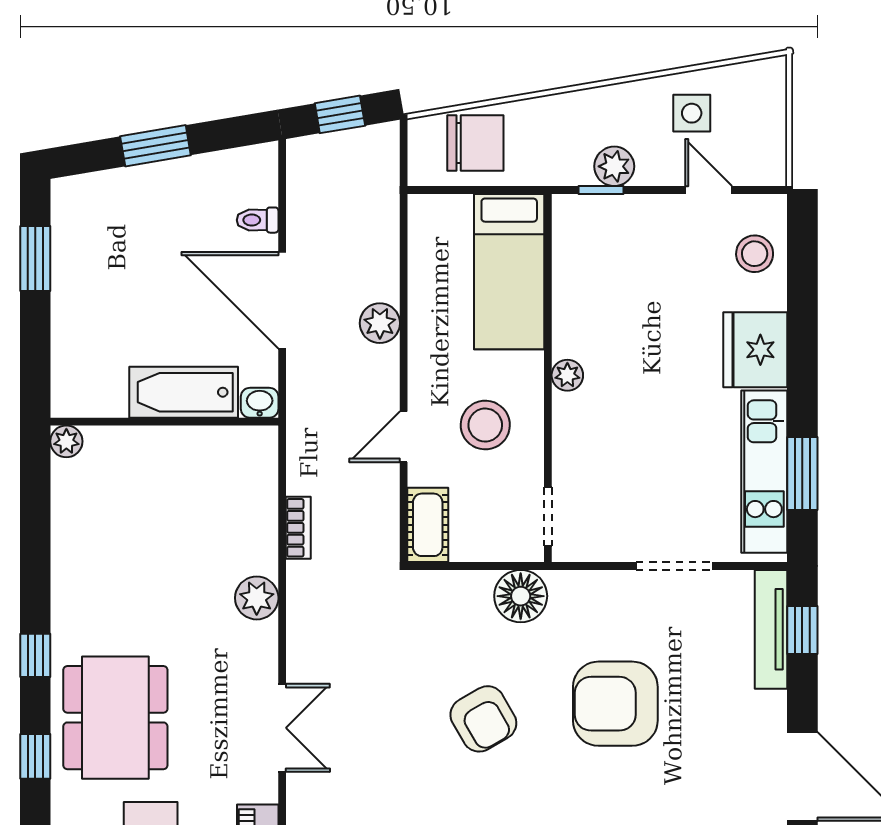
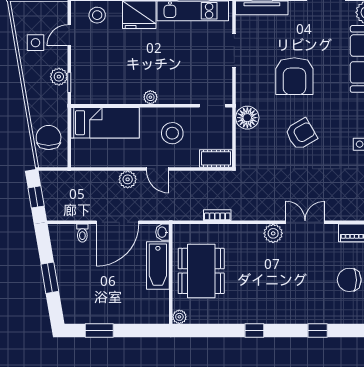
door: (404, 437) -> (158, 169), moved
plant: (257, 598) -> (273, 233), moved
window: (35, 655) -> (254, 331), moved
dining table: (115, 718) -> (201, 271), moved, turned 90

